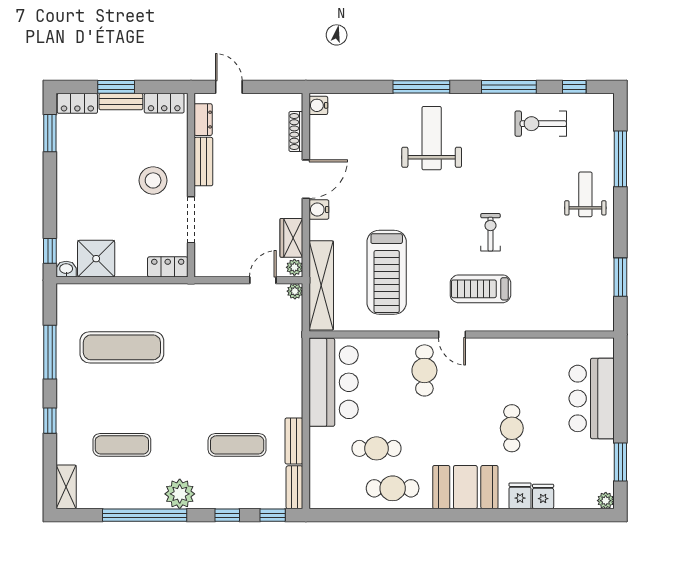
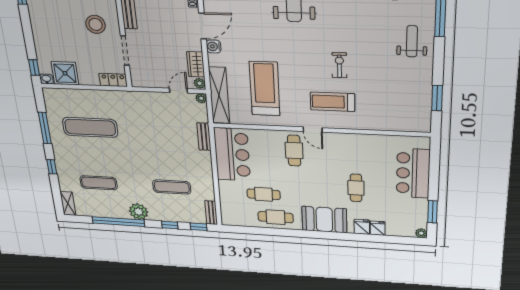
treadmill: (387, 272) -> (265, 89), turned 180
bench: (294, 441) -> (204, 137), moved

